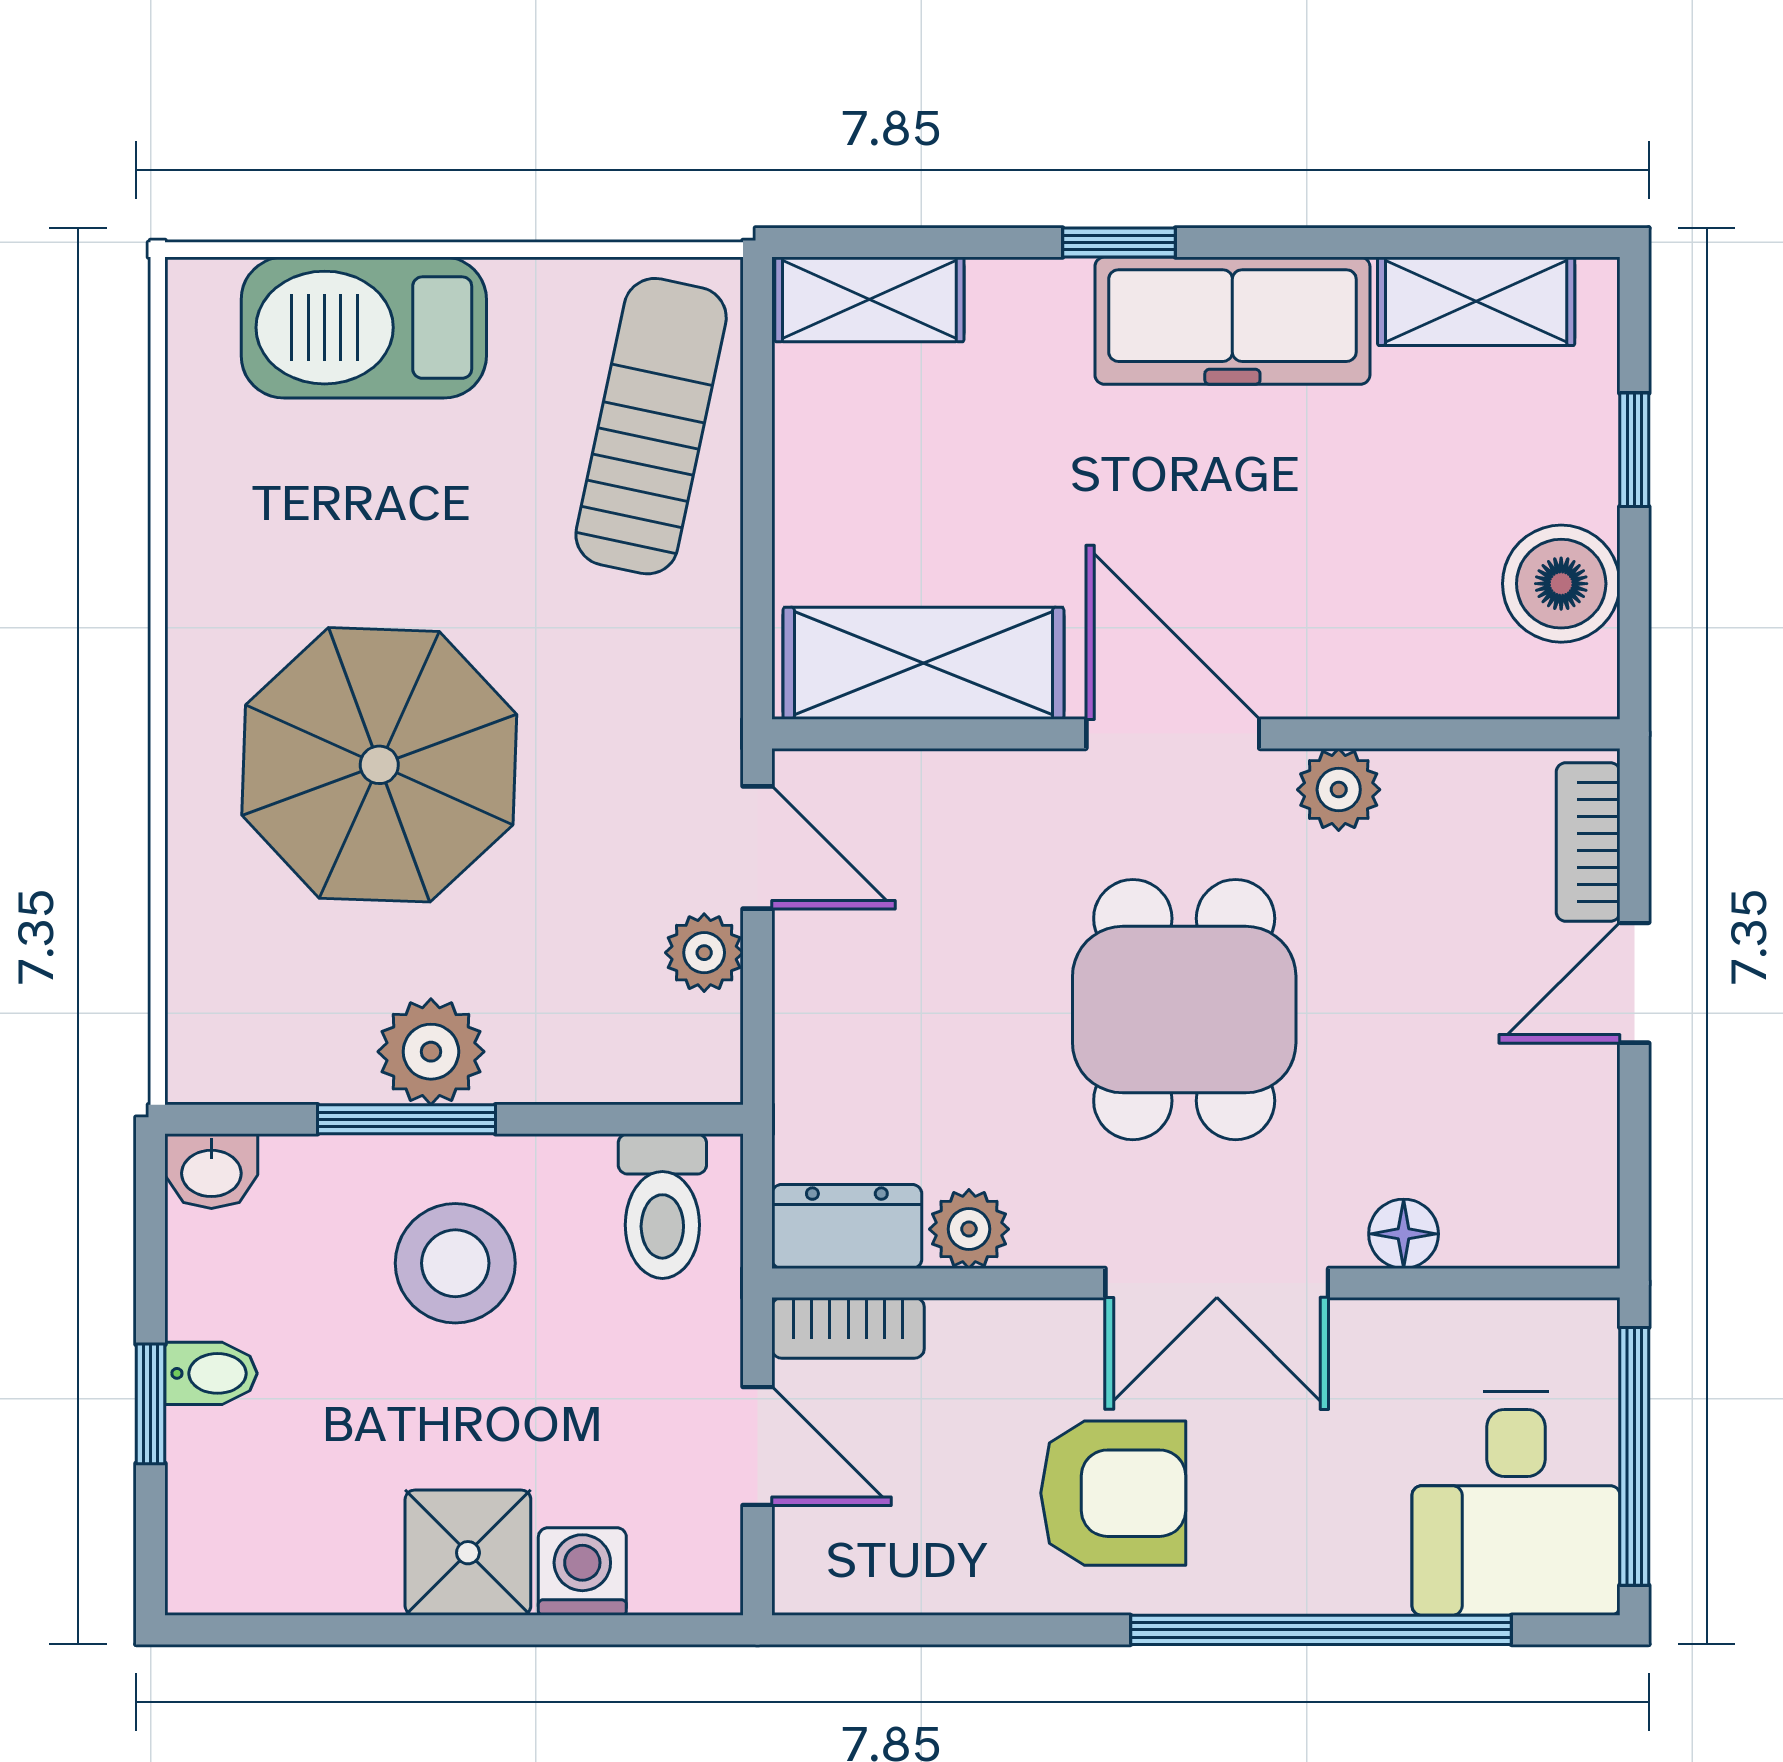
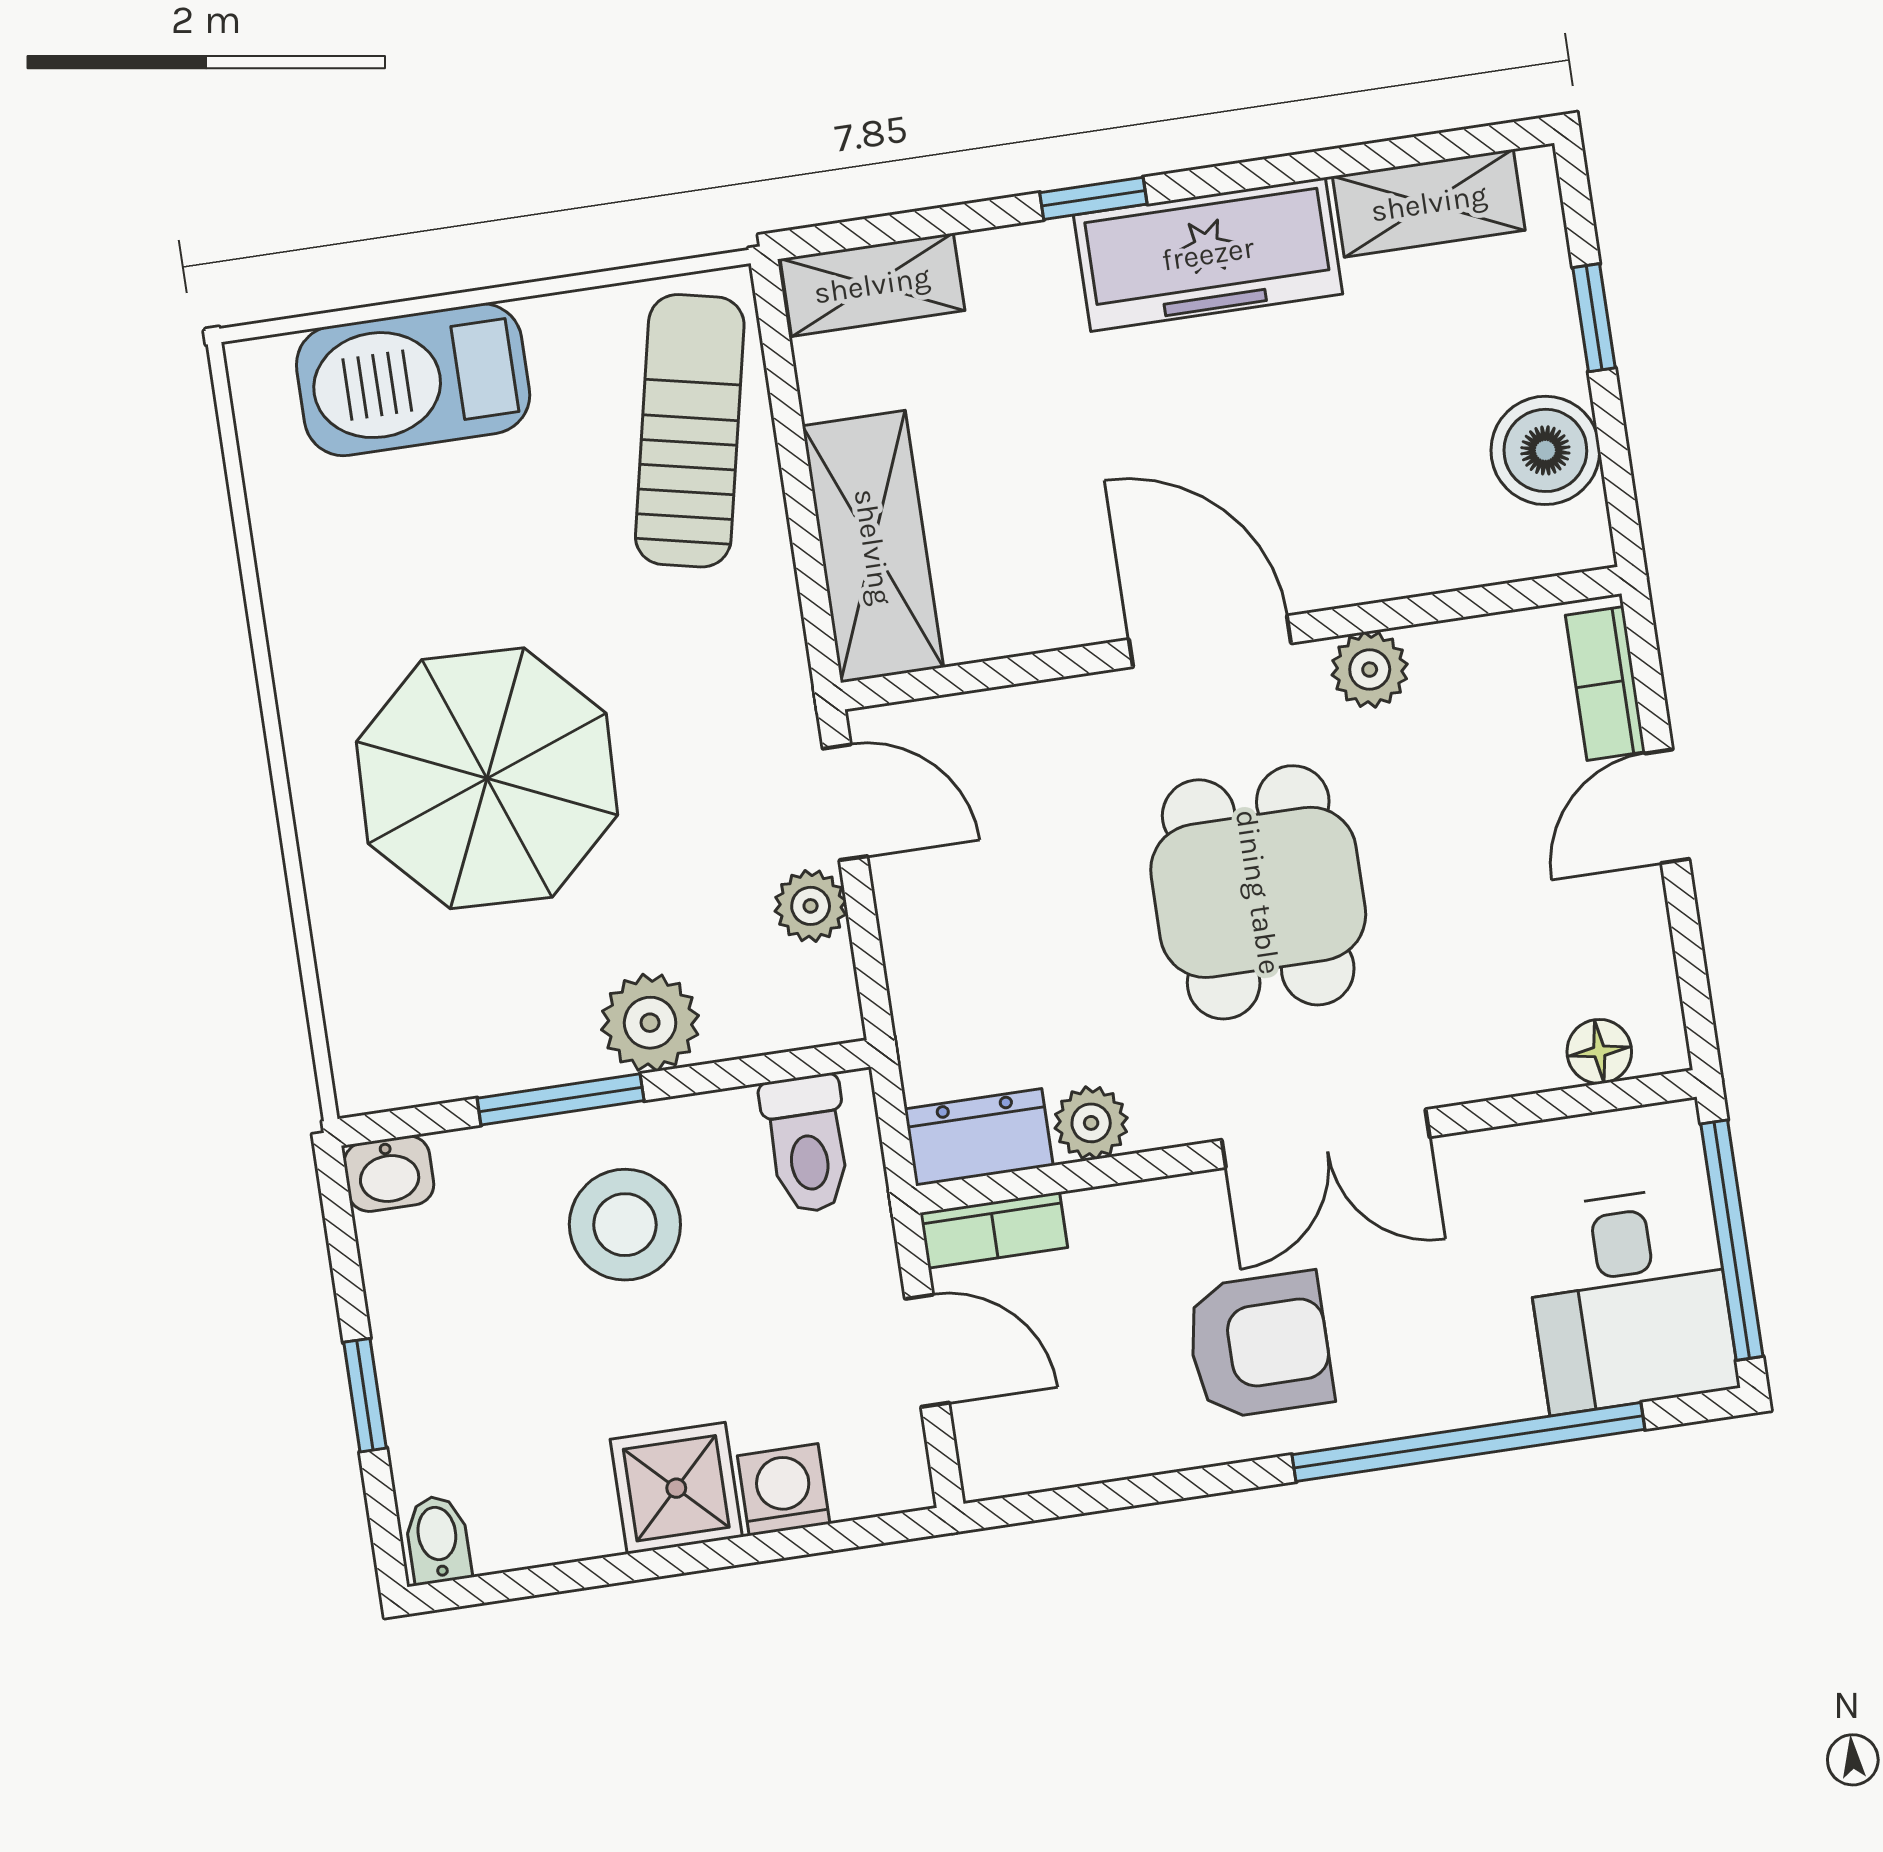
shelving: (923, 663) -> (873, 547), moved, turned 90
plant: (431, 1052) -> (650, 1023), moved
floor lamp: (1404, 1234) -> (1599, 1051), moved
bidet: (211, 1373) -> (438, 1539), moved, turned -90

